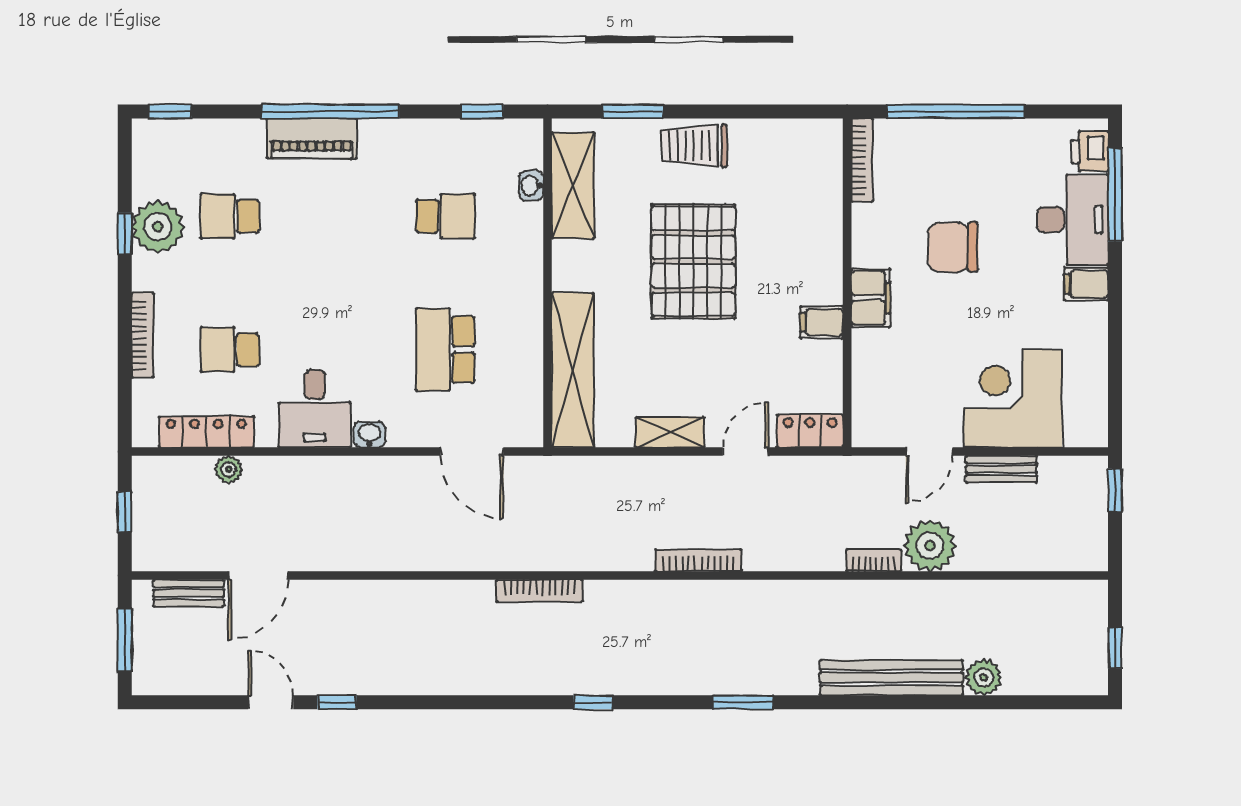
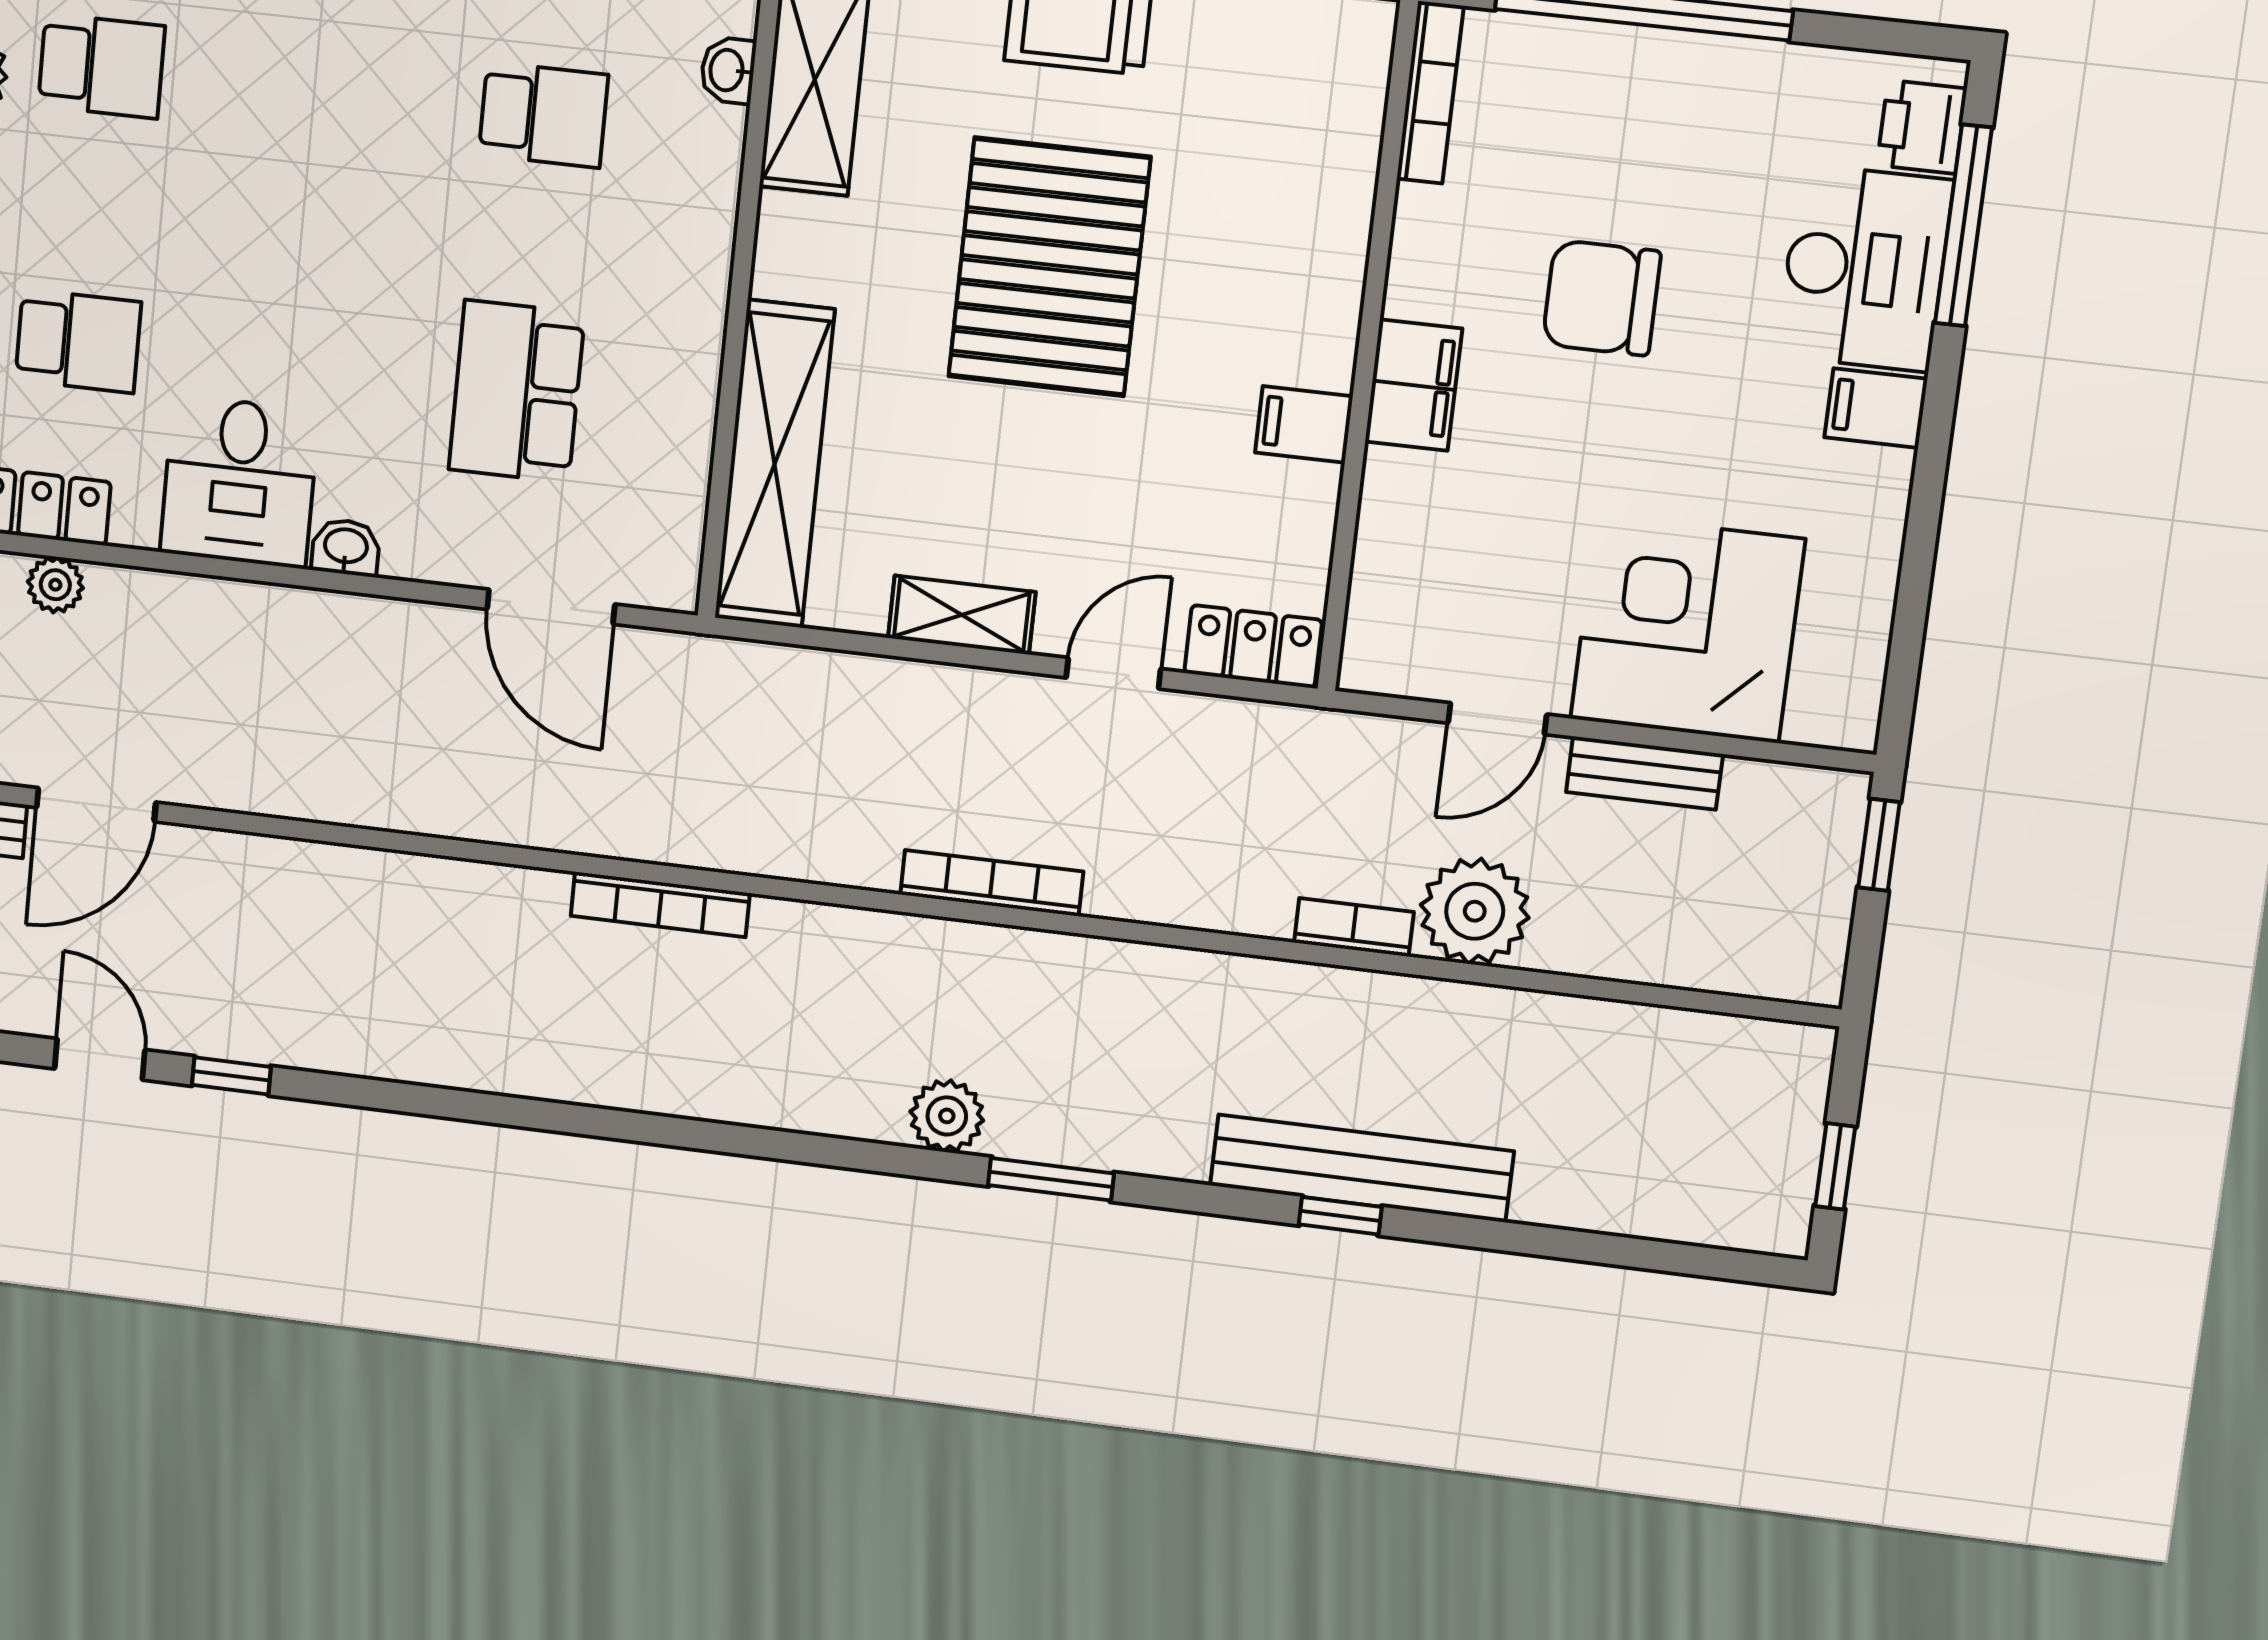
school desk: (230, 216) -> (101, 66), turned 180
school desk: (230, 350) -> (78, 341), turned 180
plant: (984, 677) -> (947, 1116), moved
window: (593, 702) -> (1340, 1216), moved

